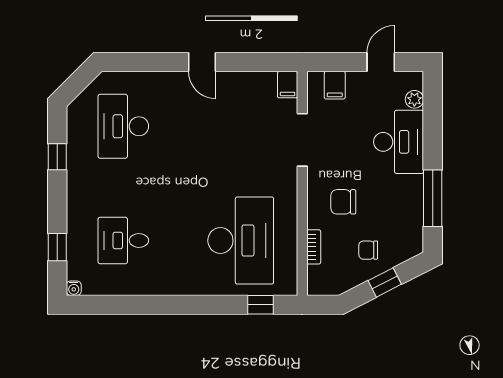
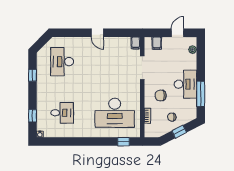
desk: (399, 142) -> (185, 84), moved
desk: (123, 241) -> (62, 113), turned 180
desk: (241, 241) -> (115, 113), turned 90

